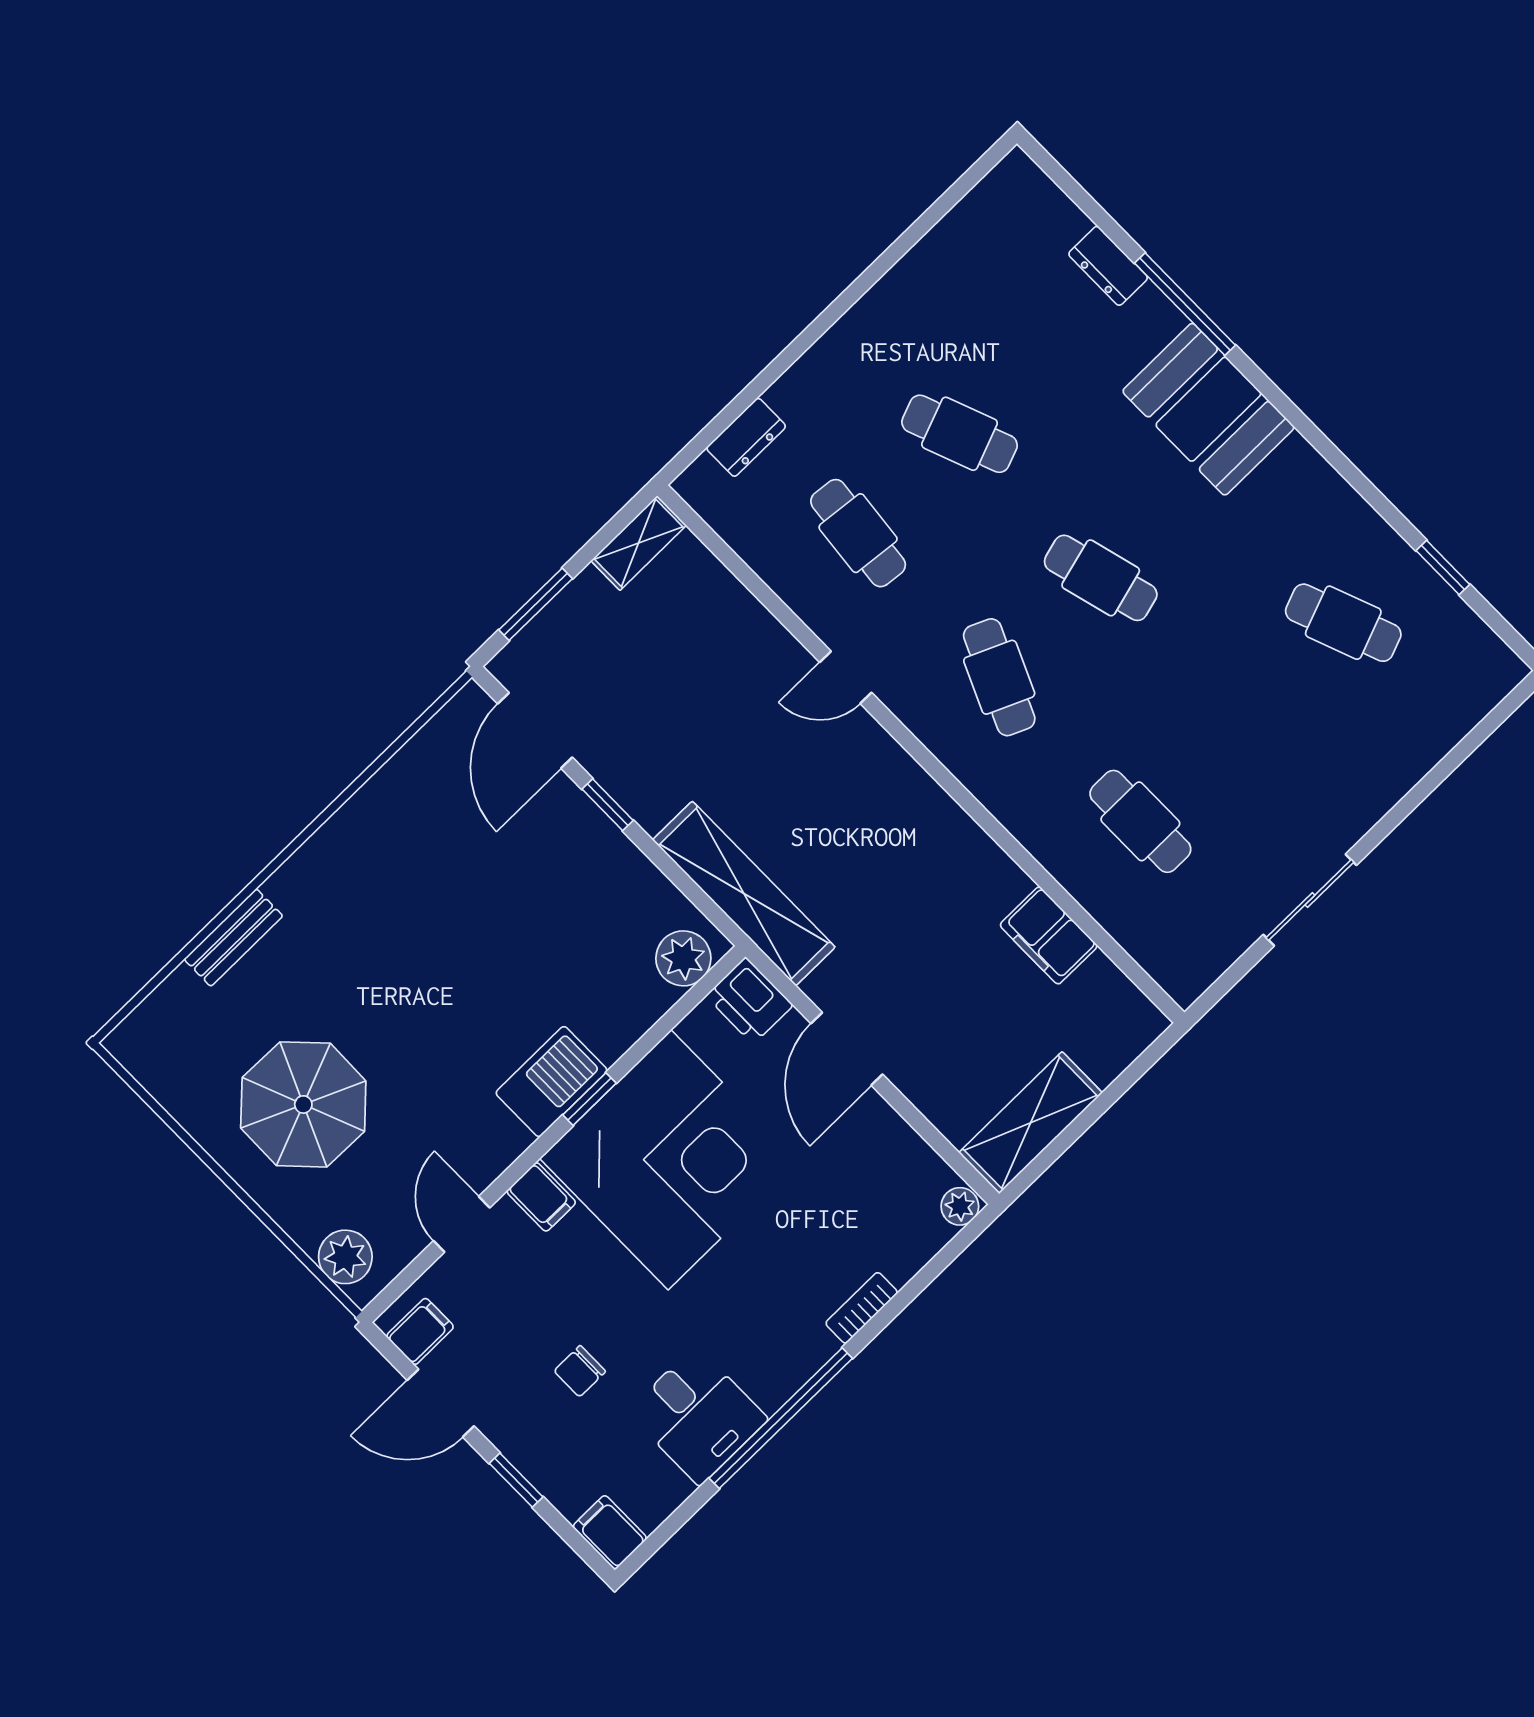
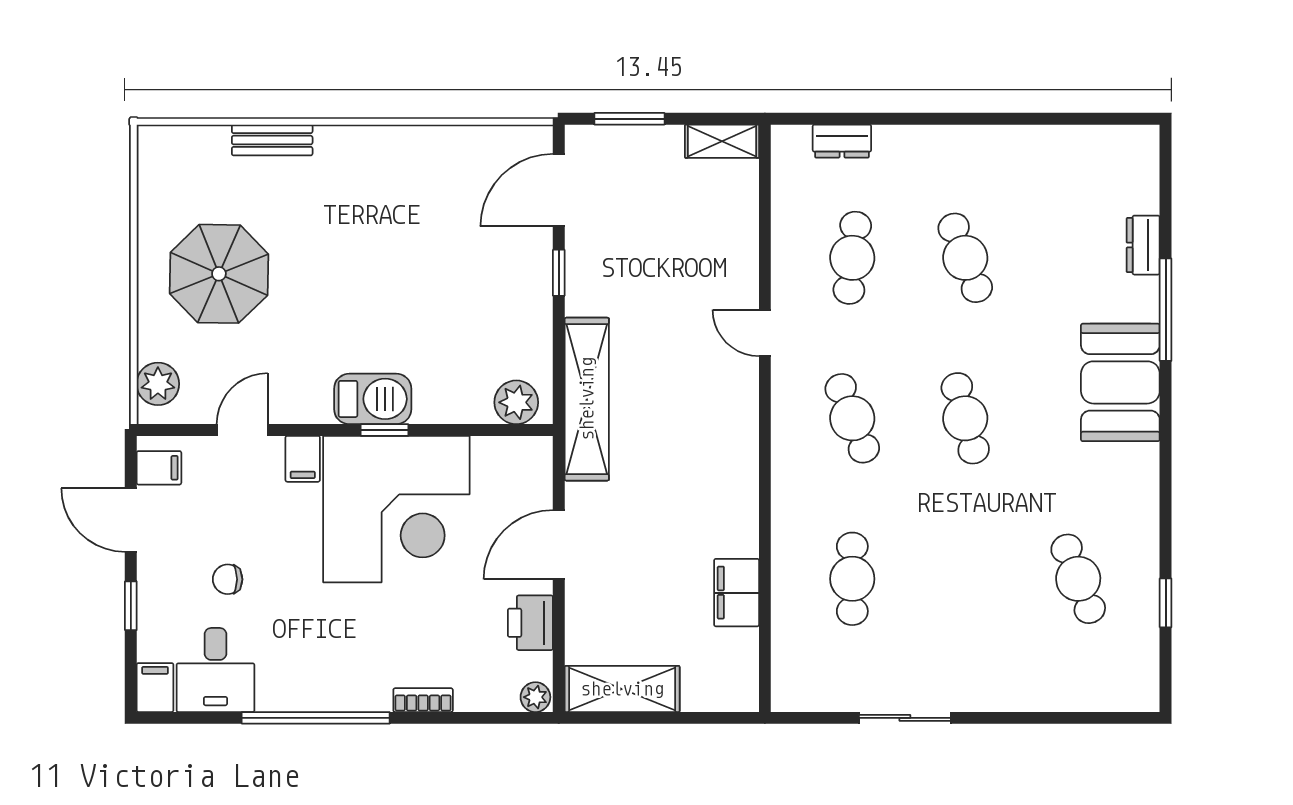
cafe table: (999, 677) -> (852, 418), turned -45
printer: (749, 1001) -> (530, 623), moved
desk: (698, 1415) -> (215, 670), moved

